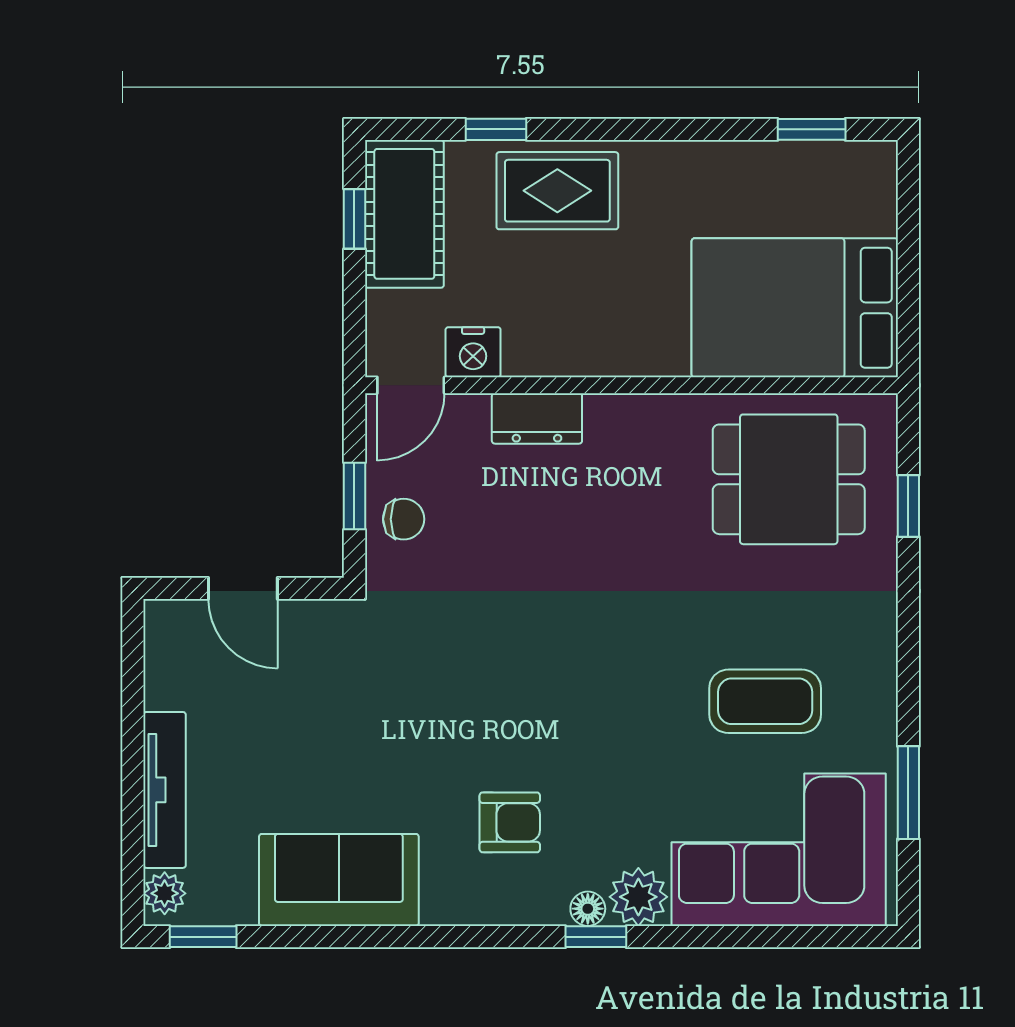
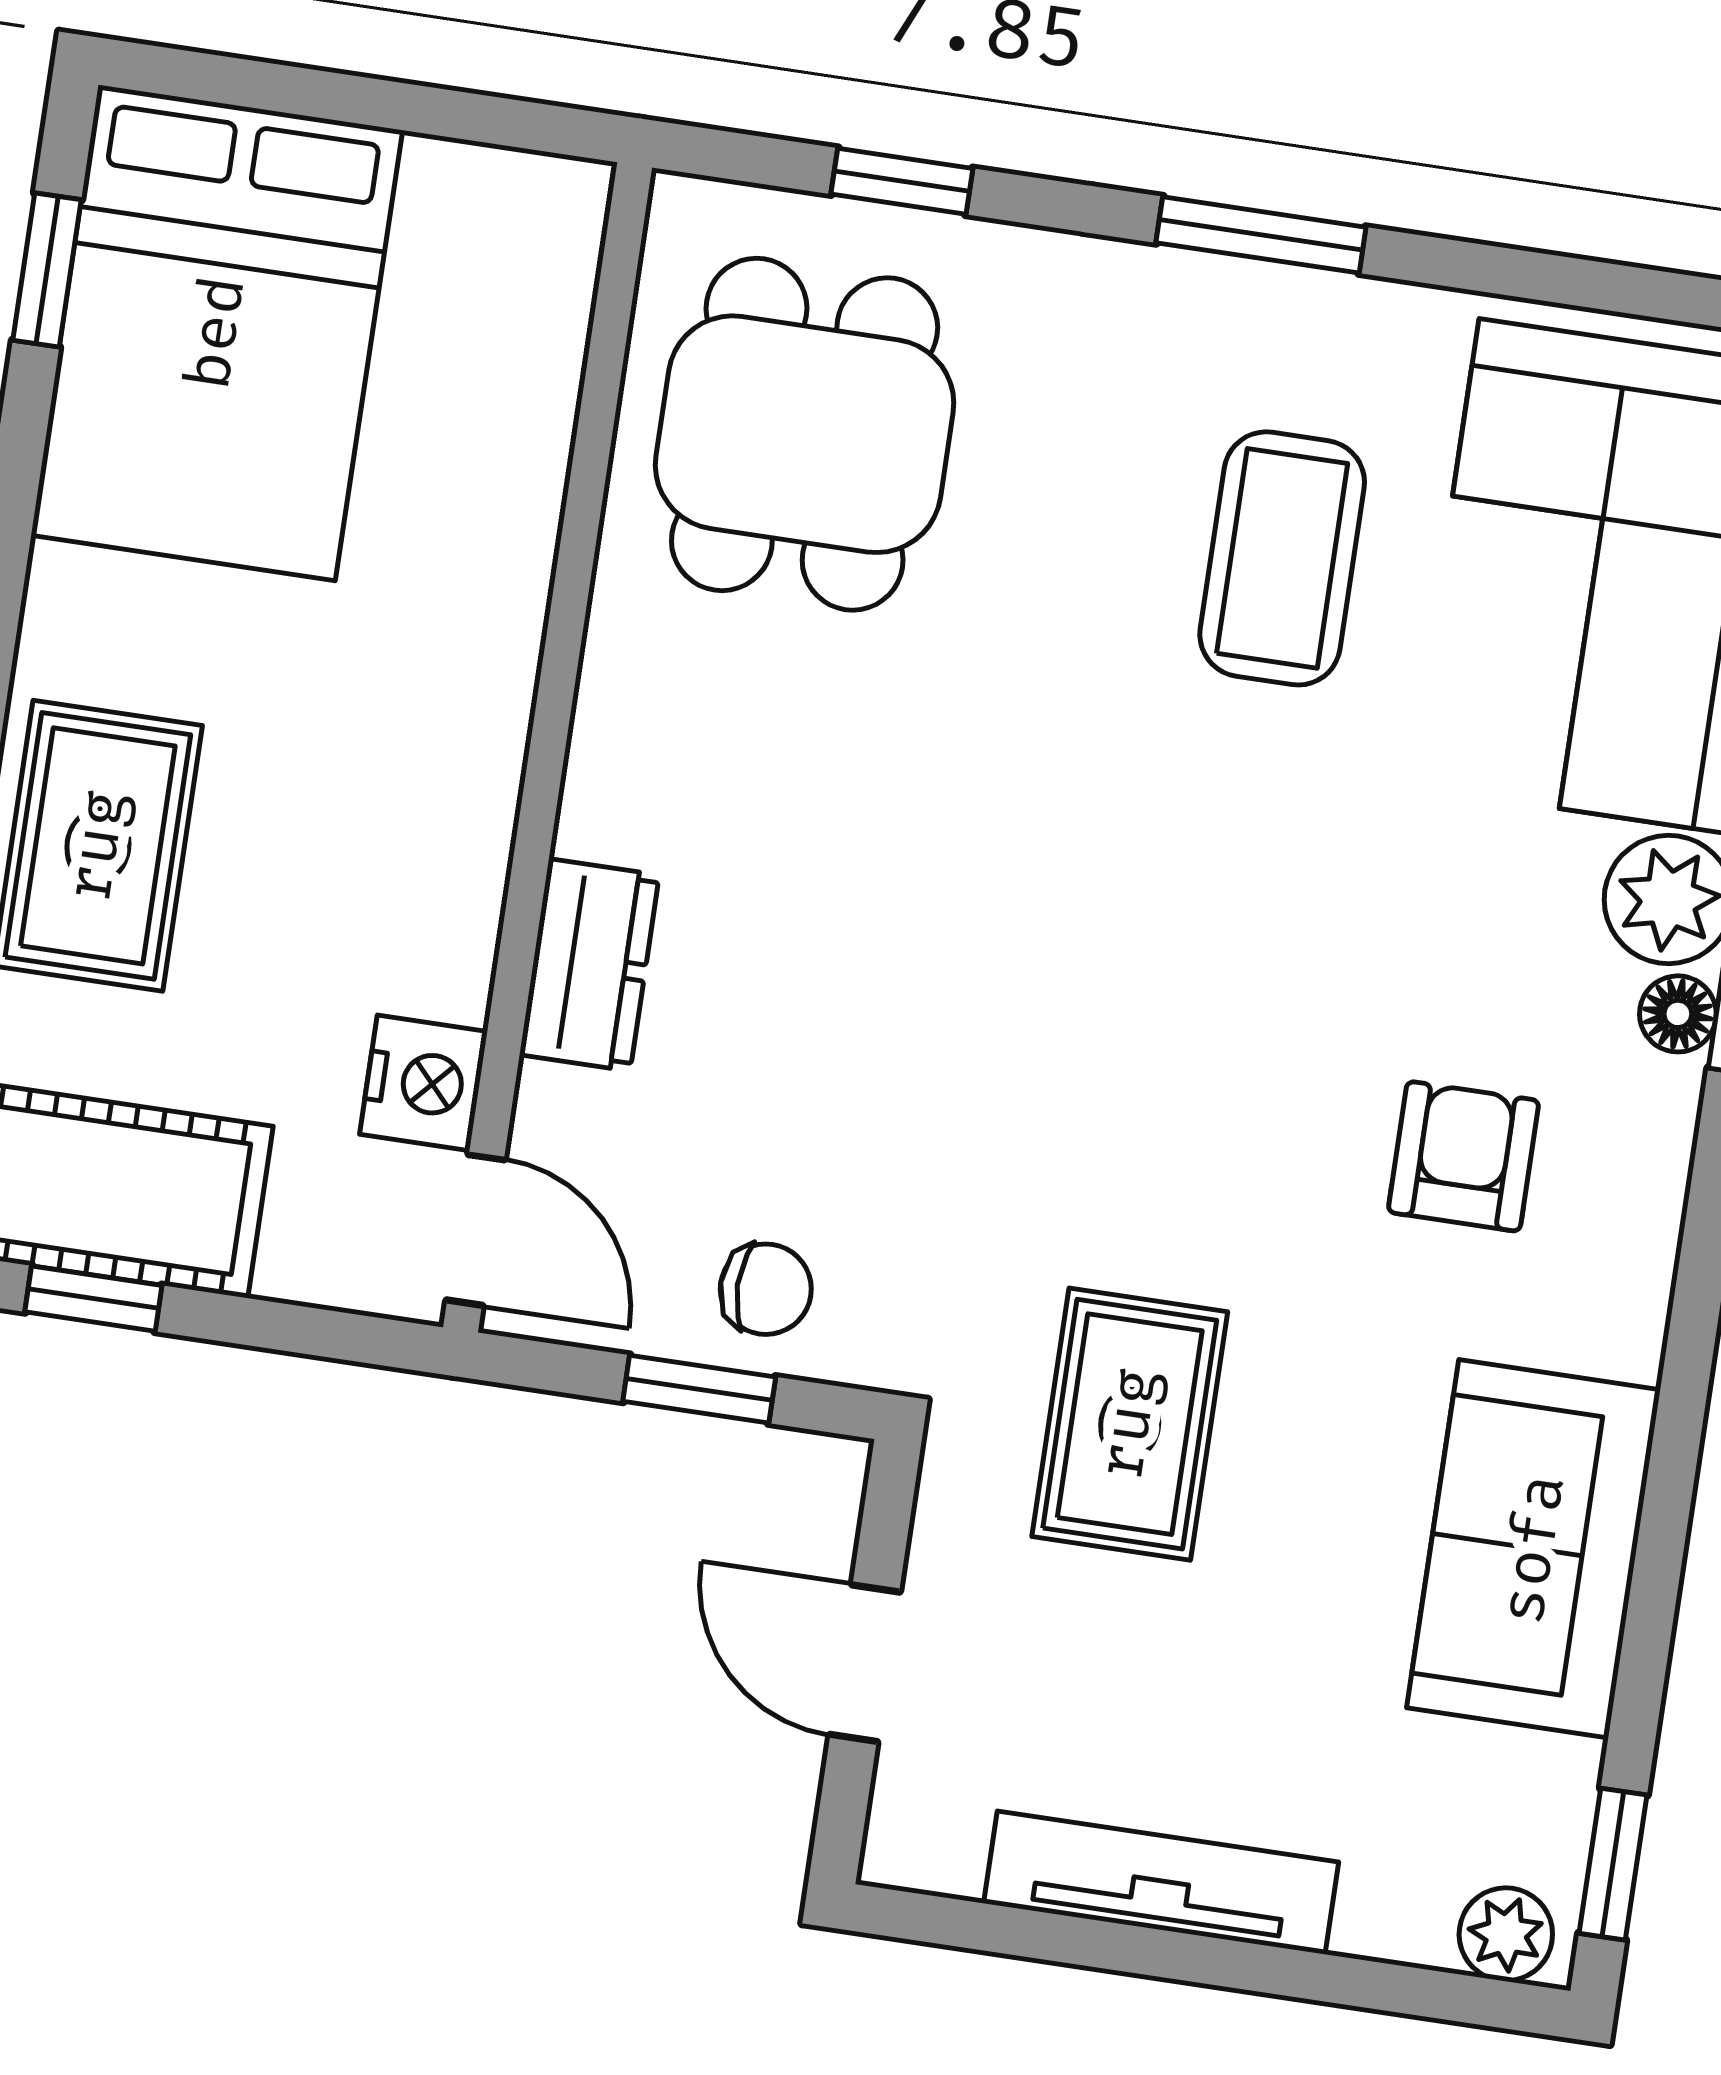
bed: (795, 308) -> (217, 333), moved
chair: (404, 519) -> (766, 1289), turned 90
door: (243, 588) -> (865, 1663), swing flipped
rug: (368, 691) -> (1130, 1424), added
tv unit: (165, 790) -> (1161, 1883), moved
window: (908, 793) -> (1261, 235), moved

